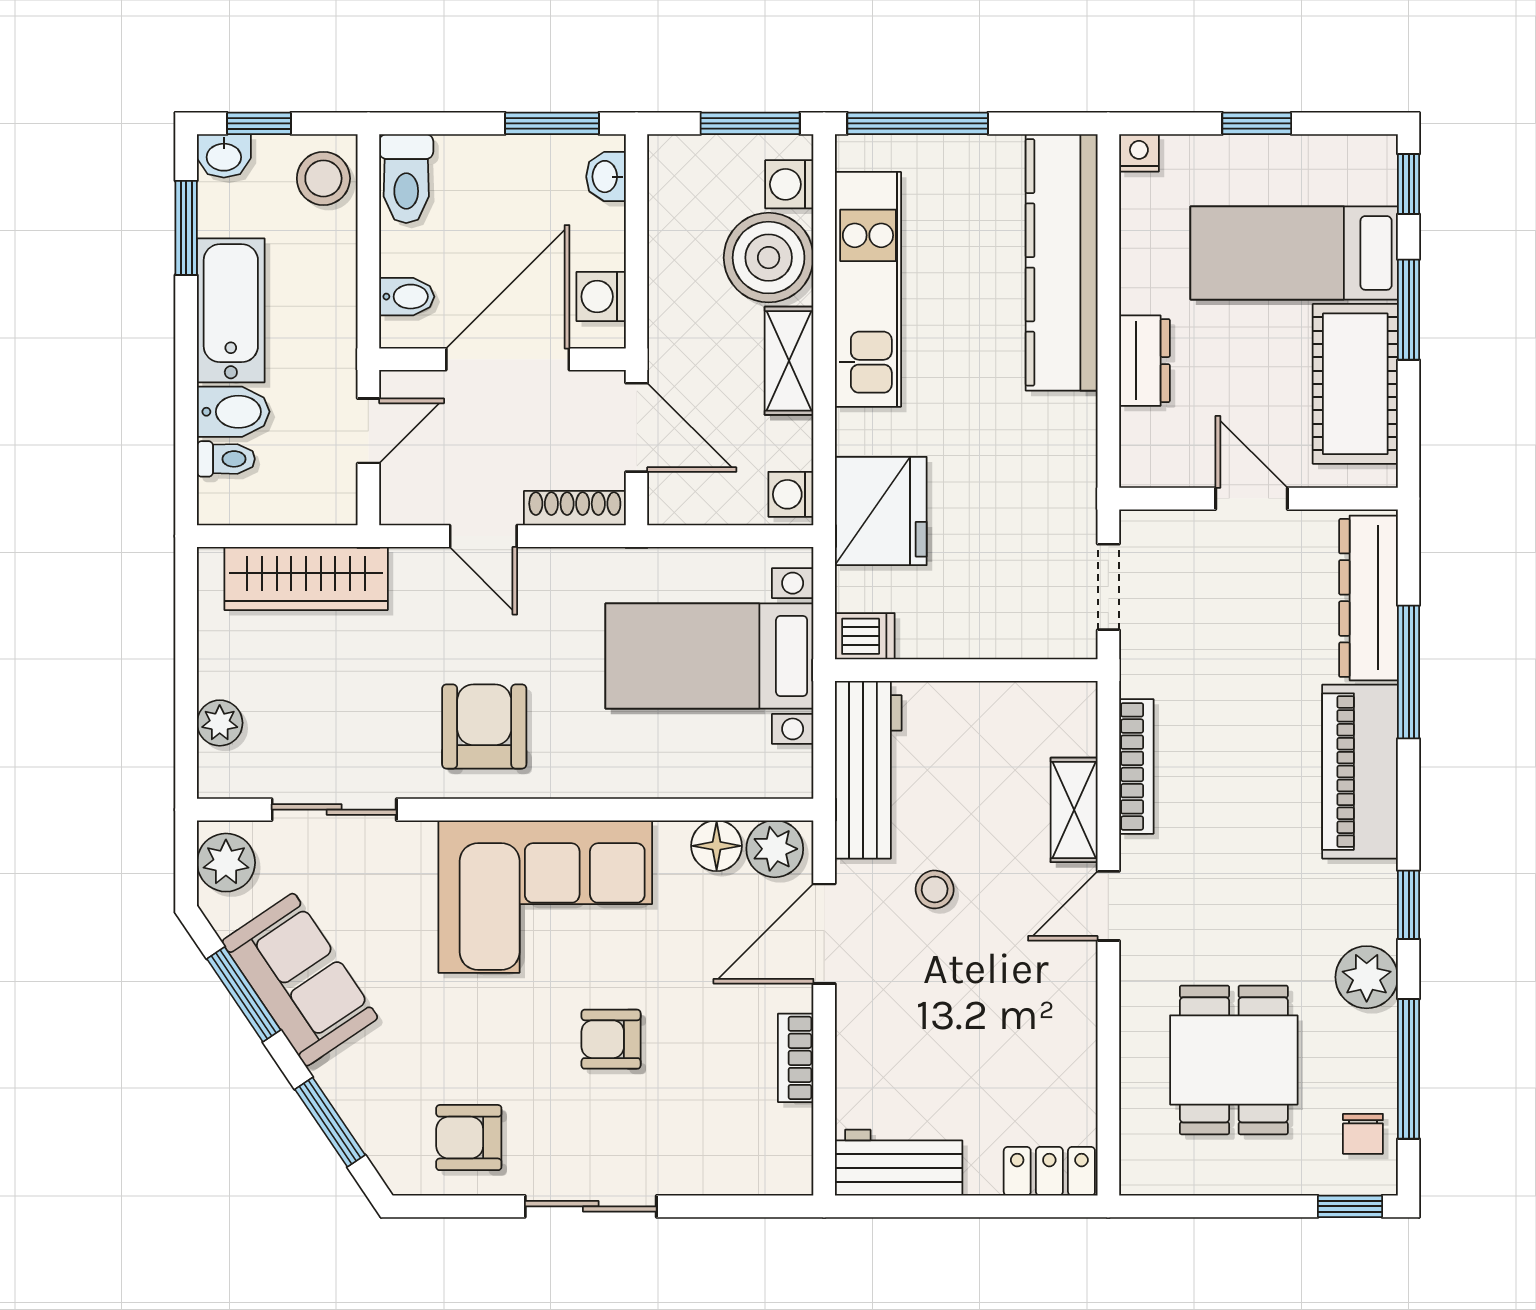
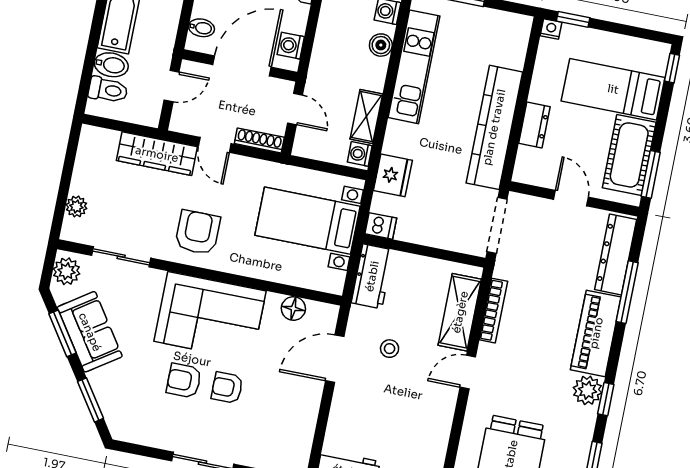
window: (1257, 123) -> (573, 19), moved
boiler: (769, 258) -> (381, 45), width x0.54, depth x0.54
kitchen counter: (1062, 262) -> (494, 127), moved
window: (1409, 310) -> (651, 174), moved
shelving: (789, 361) -> (366, 117), moved
door: (637, 427) -> (295, 109), width x0.73
toilet: (226, 459) -> (108, 90), width x1.37, depth x1.39
fridge: (881, 511) -> (393, 175), width x0.73, depth x0.75
wardrobe: (306, 579) -> (157, 154), moved
doorway: (1108, 587) -> (497, 226), width x1.38
workbench: (868, 770) -> (372, 276), width x0.73
shelving: (1074, 810) -> (460, 312), width x1.50, depth x1.33
plant: (775, 849) -> (320, 315), removed
plant: (1367, 977) -> (588, 390), moved
bookcase: (796, 1058) -> (310, 413), removed
armchair: (469, 1138) -> (184, 381), moved

